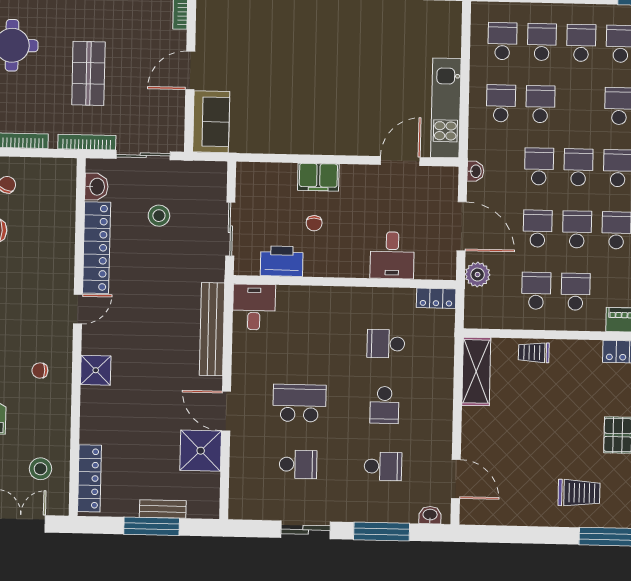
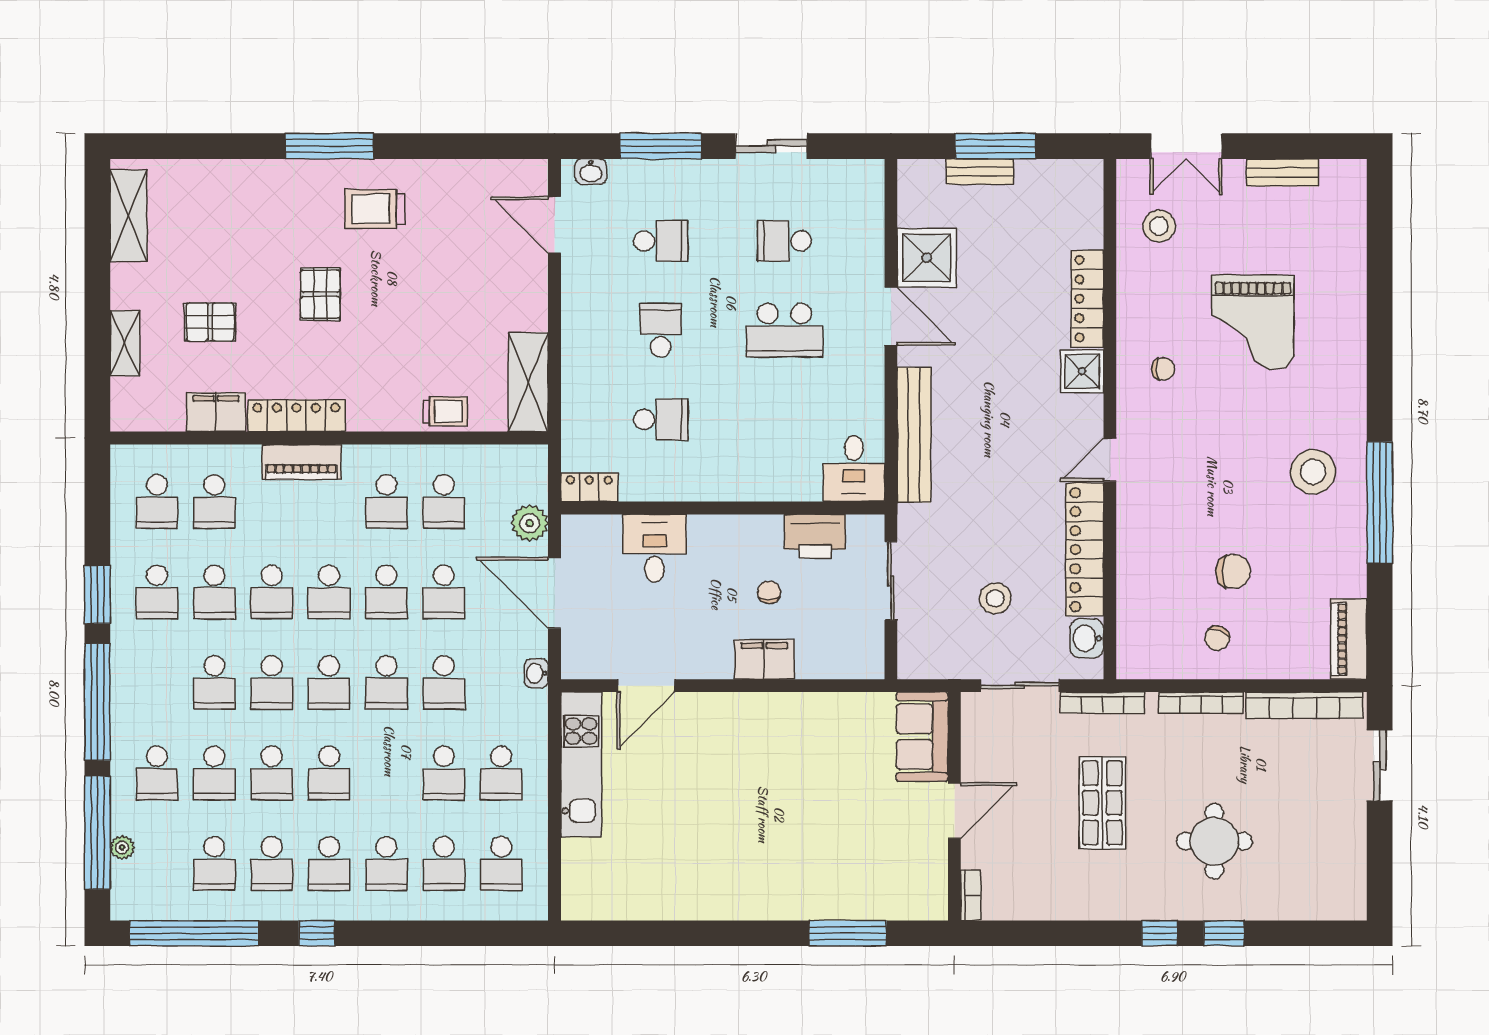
school desk: (383, 466) -> (661, 241), turned 180
locker: (89, 478) -> (1087, 299), moved

